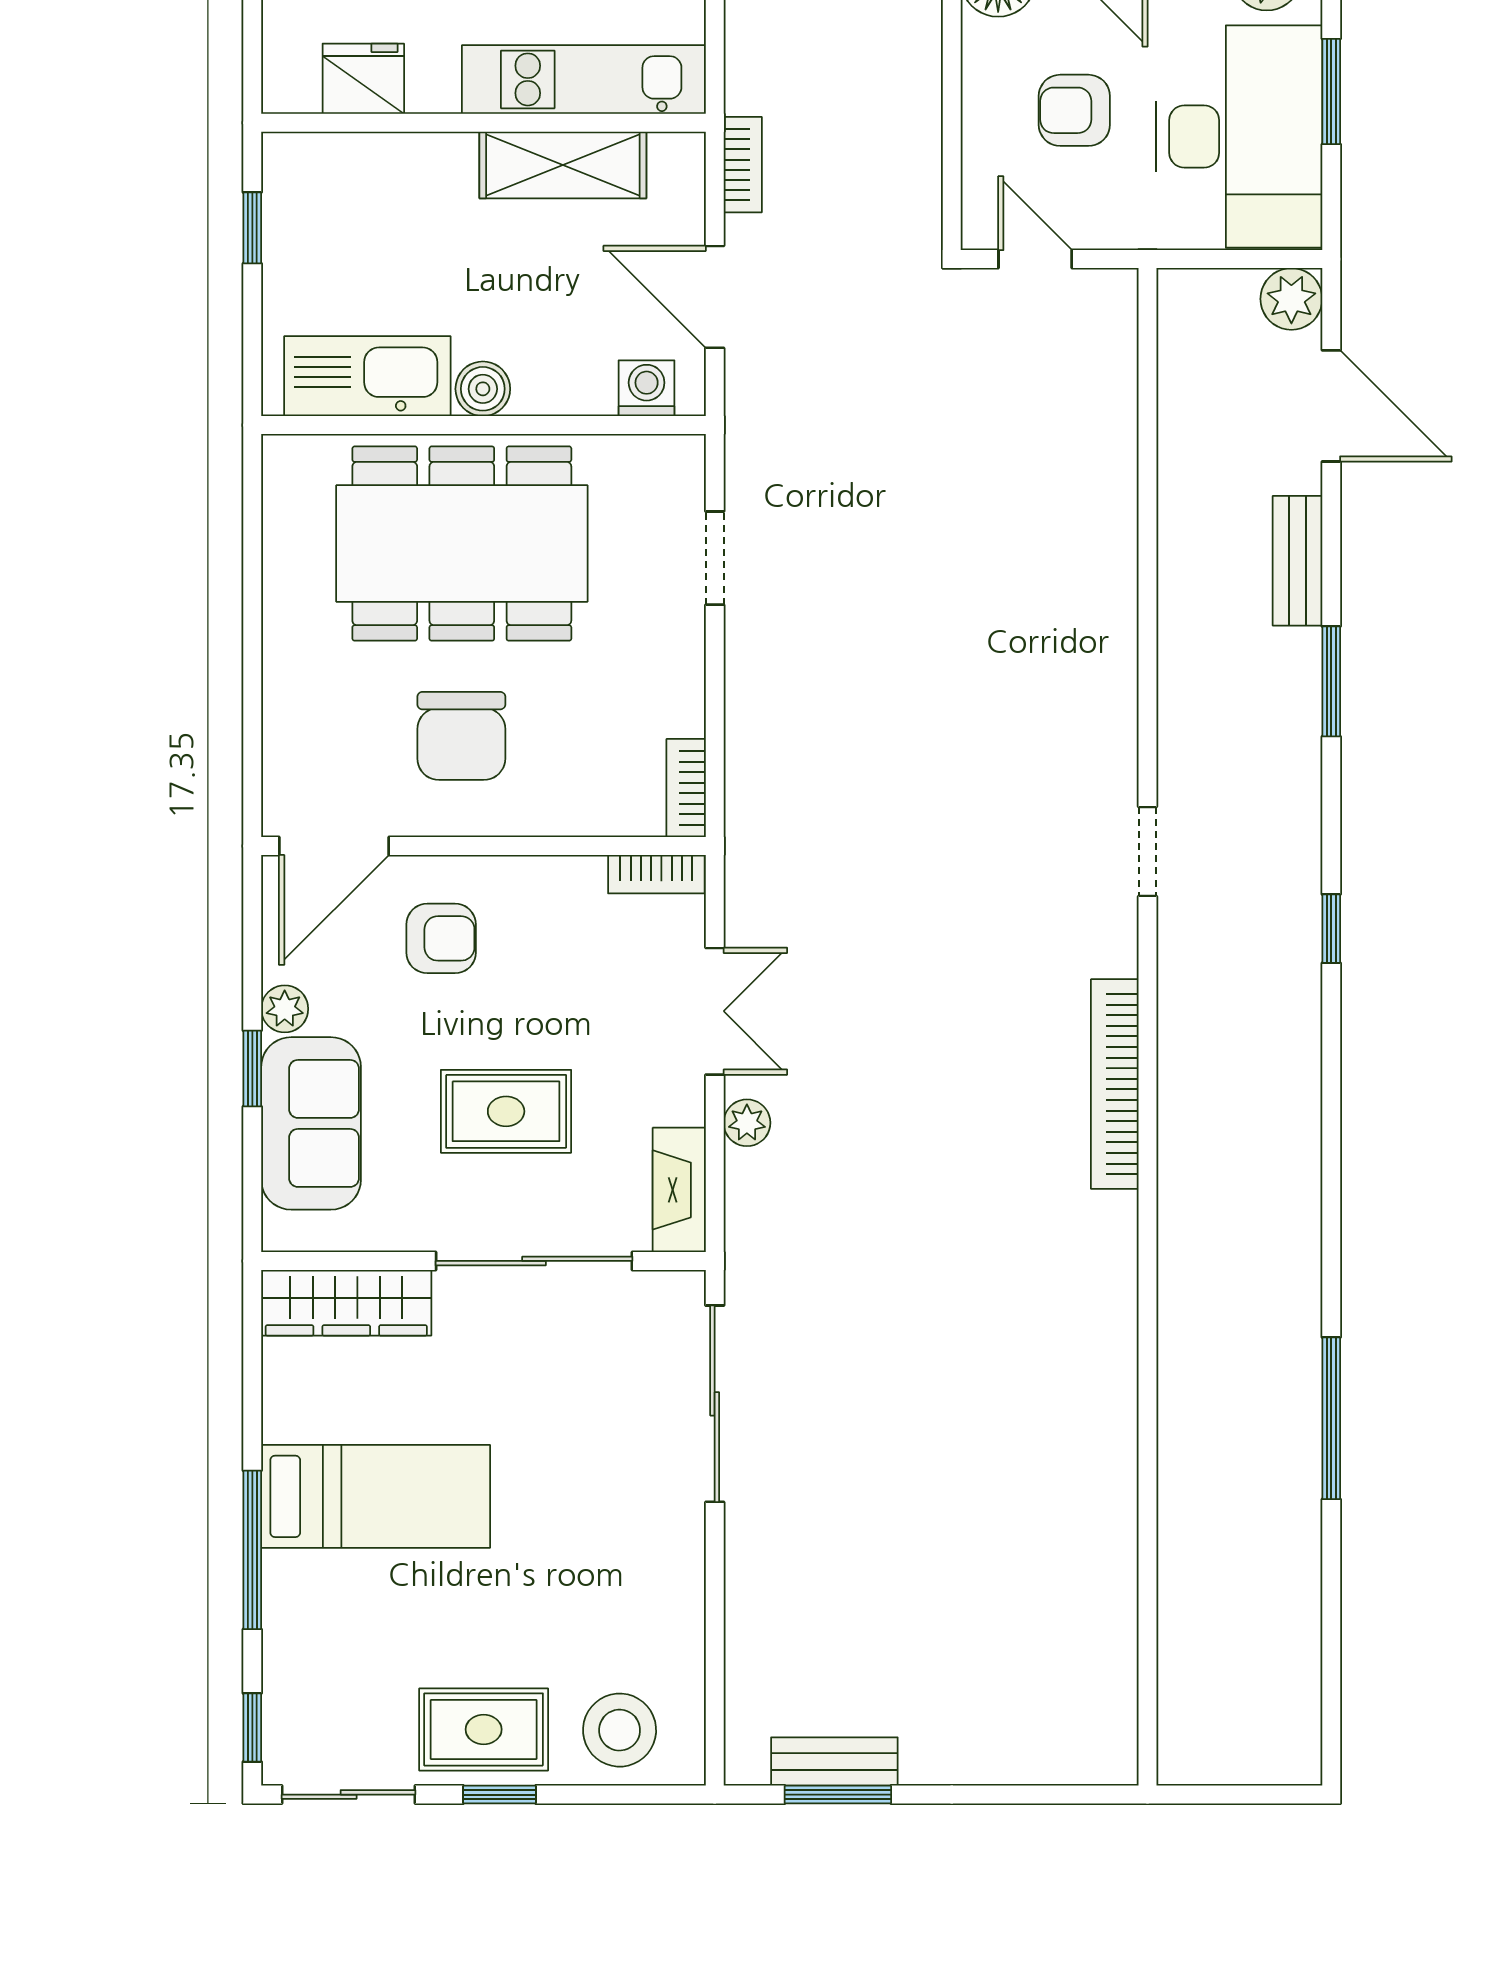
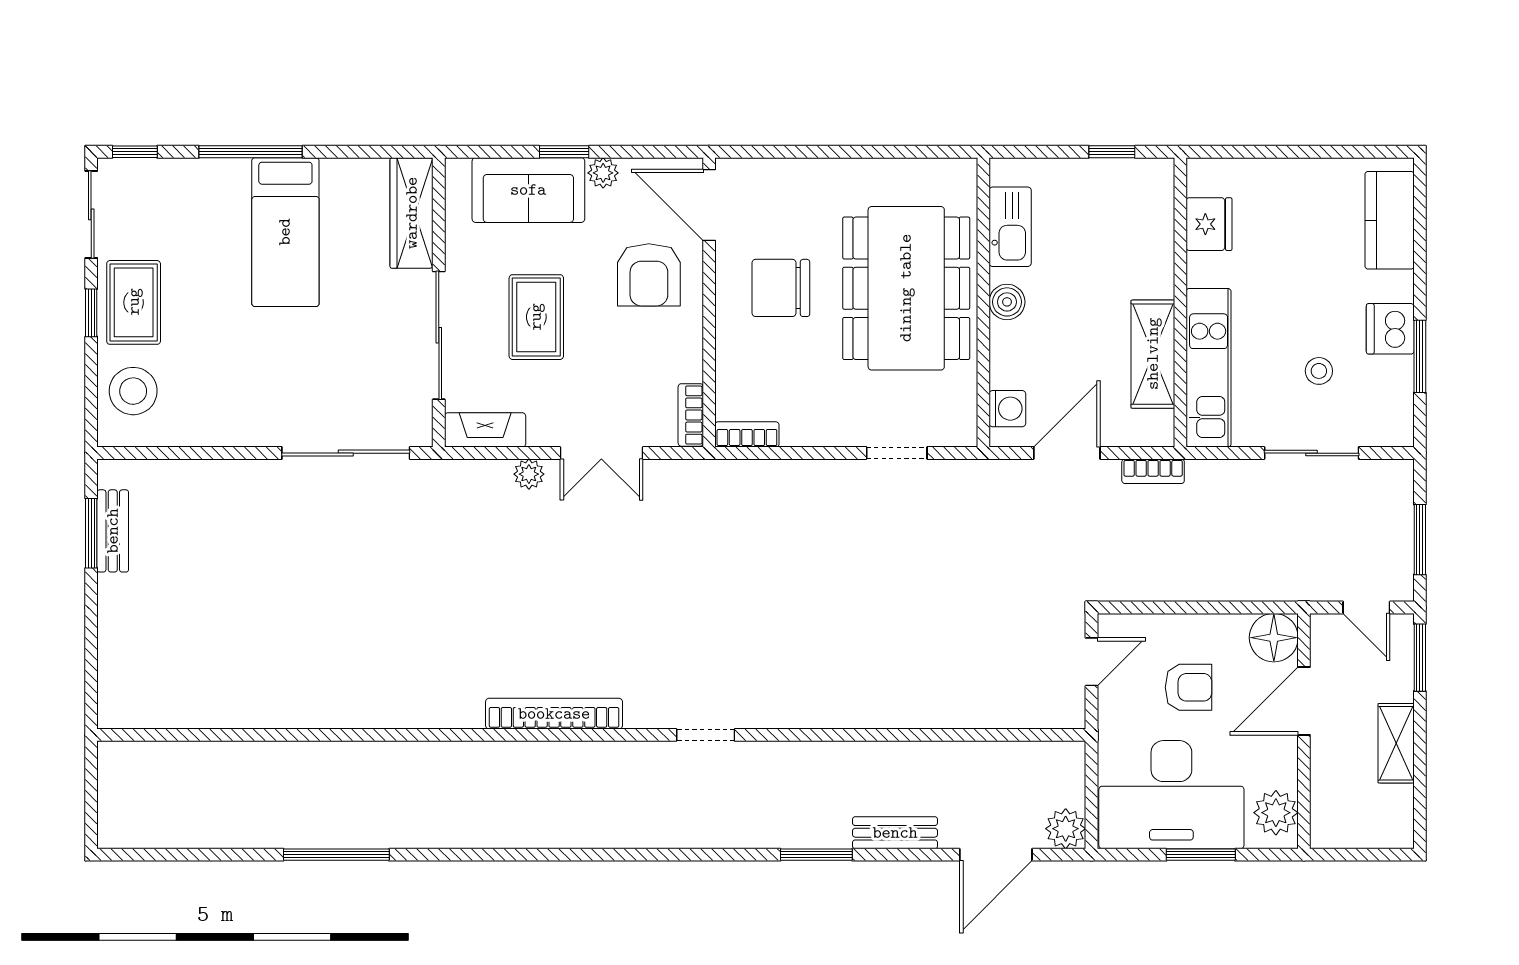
armchair: (1074, 110) -> (1188, 687), turned 90
kitchen sink: (367, 376) -> (1010, 227), width x0.73, depth x0.81
window: (1331, 929) -> (655, 855), removed
armchair: (441, 938) -> (649, 275), width x1.38, depth x1.38

